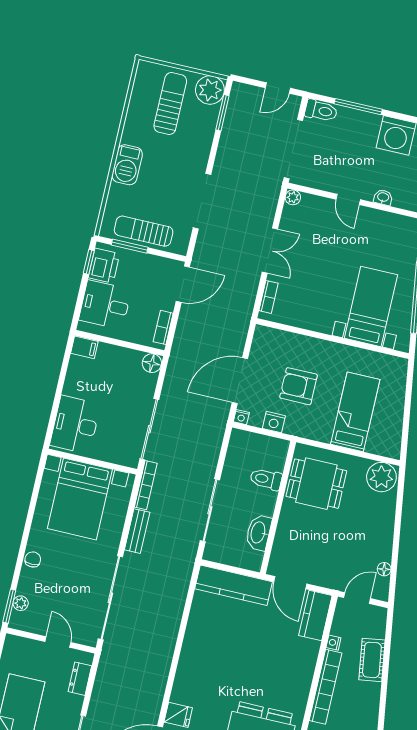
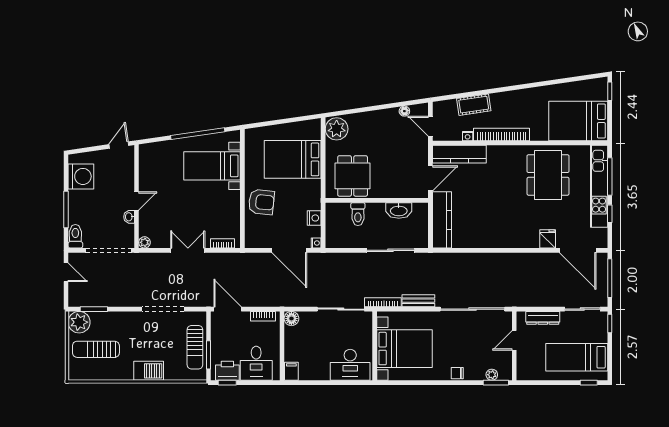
washbasin: (383, 197) -> (129, 217), moved
armchair: (299, 386) -> (261, 202), moved, turned -84
bed: (355, 412) -> (293, 159), width x1.50
kitchen counter: (315, 615) -> (459, 154), width x1.50
dresser: (80, 679) -> (543, 318), width x1.44

